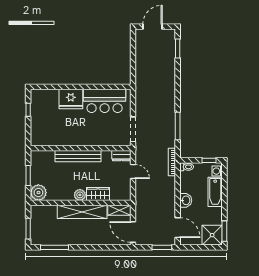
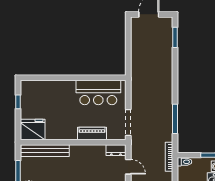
fridge: (71, 99) -> (33, 129), moved, turned 180
piano: (99, 140) -> (92, 133), added
bench: (78, 156) -> (45, 151), moved

